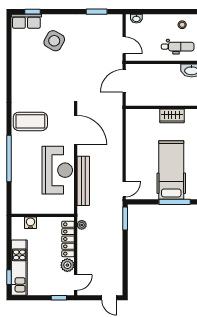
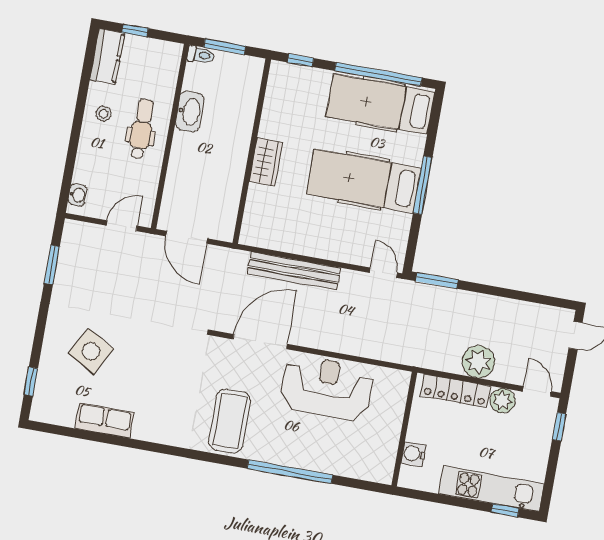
row of seats: (26, 21) -> (105, 420), moved, turned -90
bench: (83, 181) -> (294, 271), moved
plant: (82, 225) -> (478, 362), moved, width x1.87, depth x1.87

